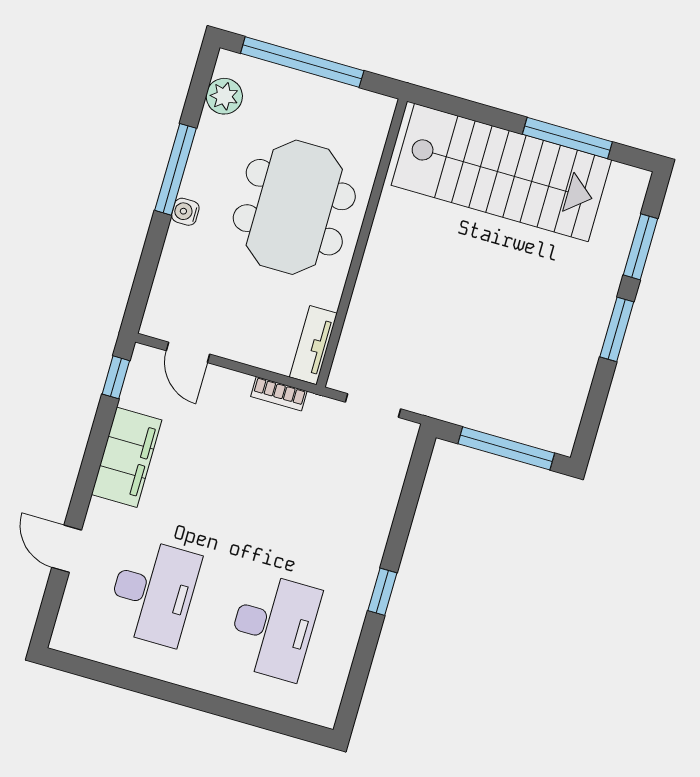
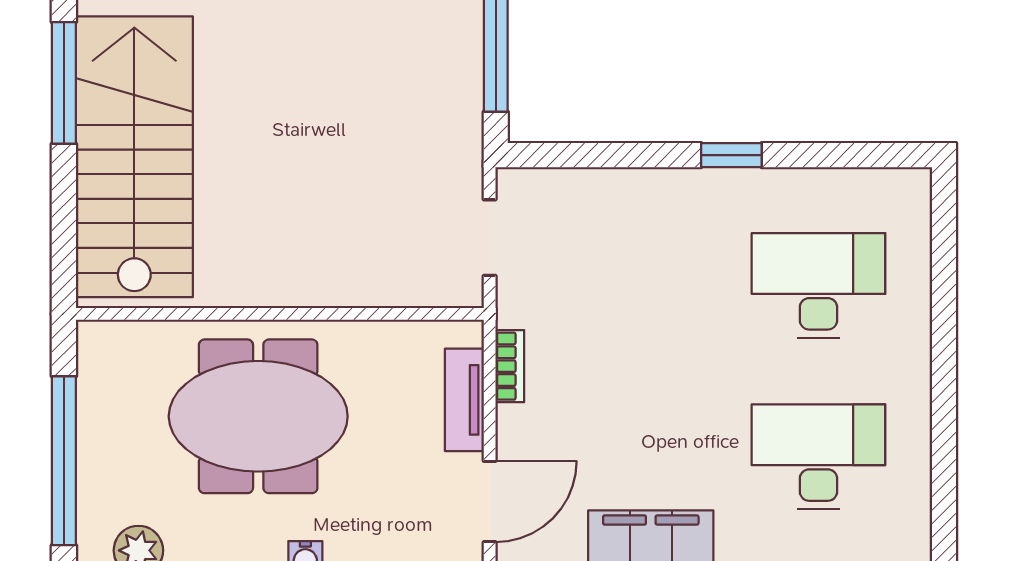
tv unit: (313, 345) -> (464, 400), moved, turned 90
door: (188, 352) -> (490, 502), width x1.38

